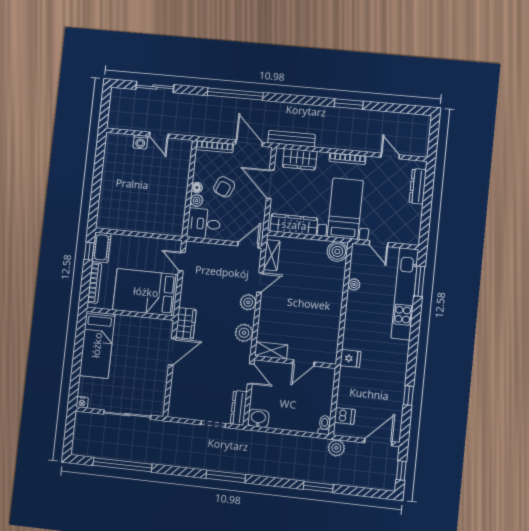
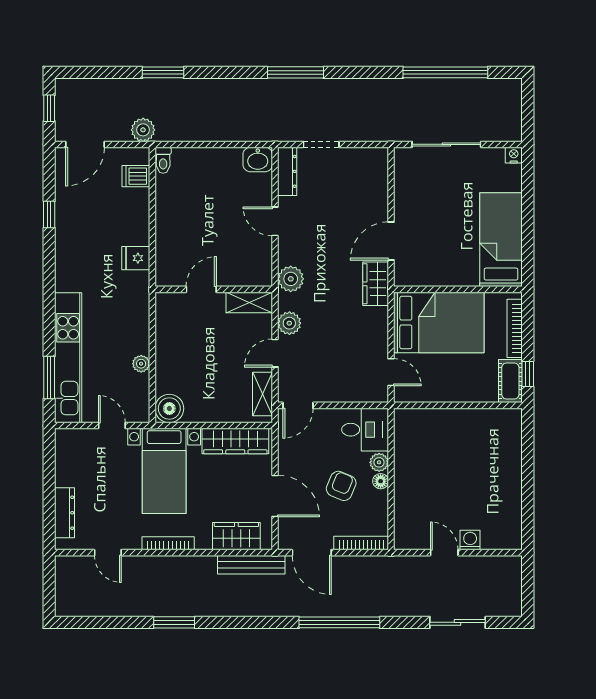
shelving: (271, 350) -> (249, 302), moved
wall: (295, 362) -> (214, 289), moved
door: (304, 363) -> (201, 289), moved

